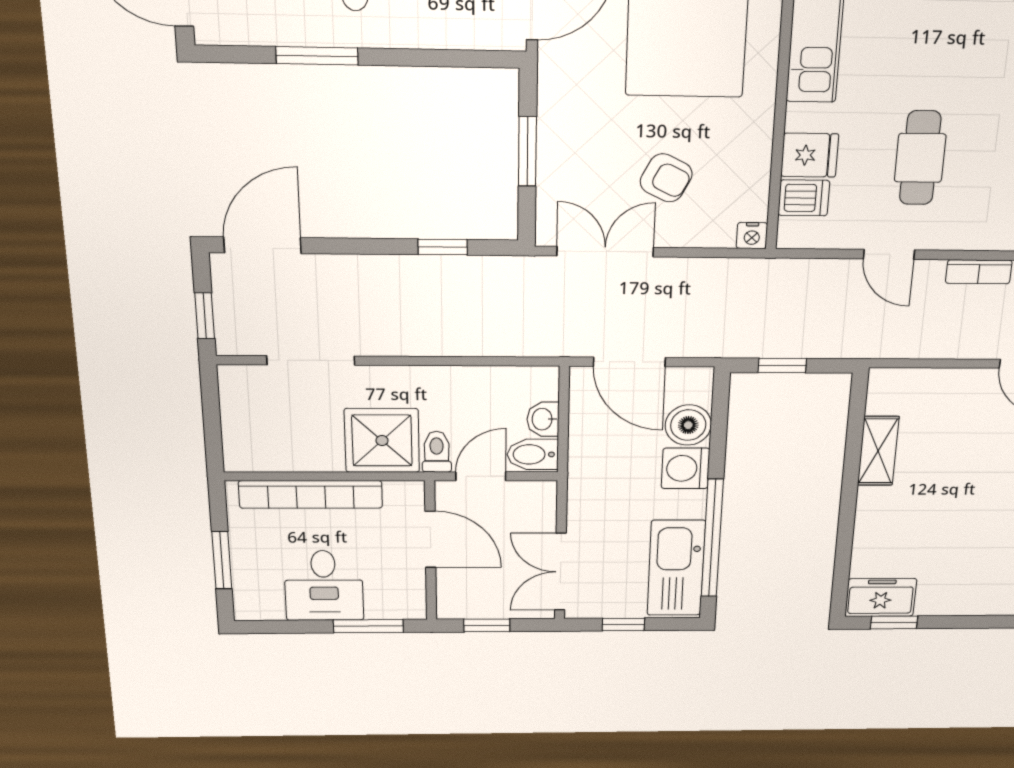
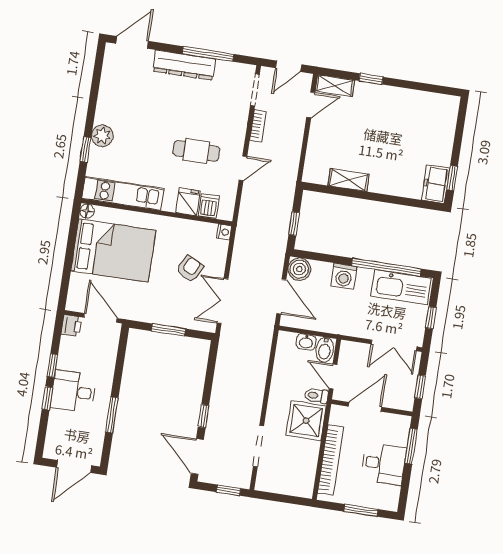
window: (443, 247) -> (203, 416), moved
door: (629, 362) -> (281, 297), hinge flipped
boiler: (688, 425) -> (299, 269), moved

